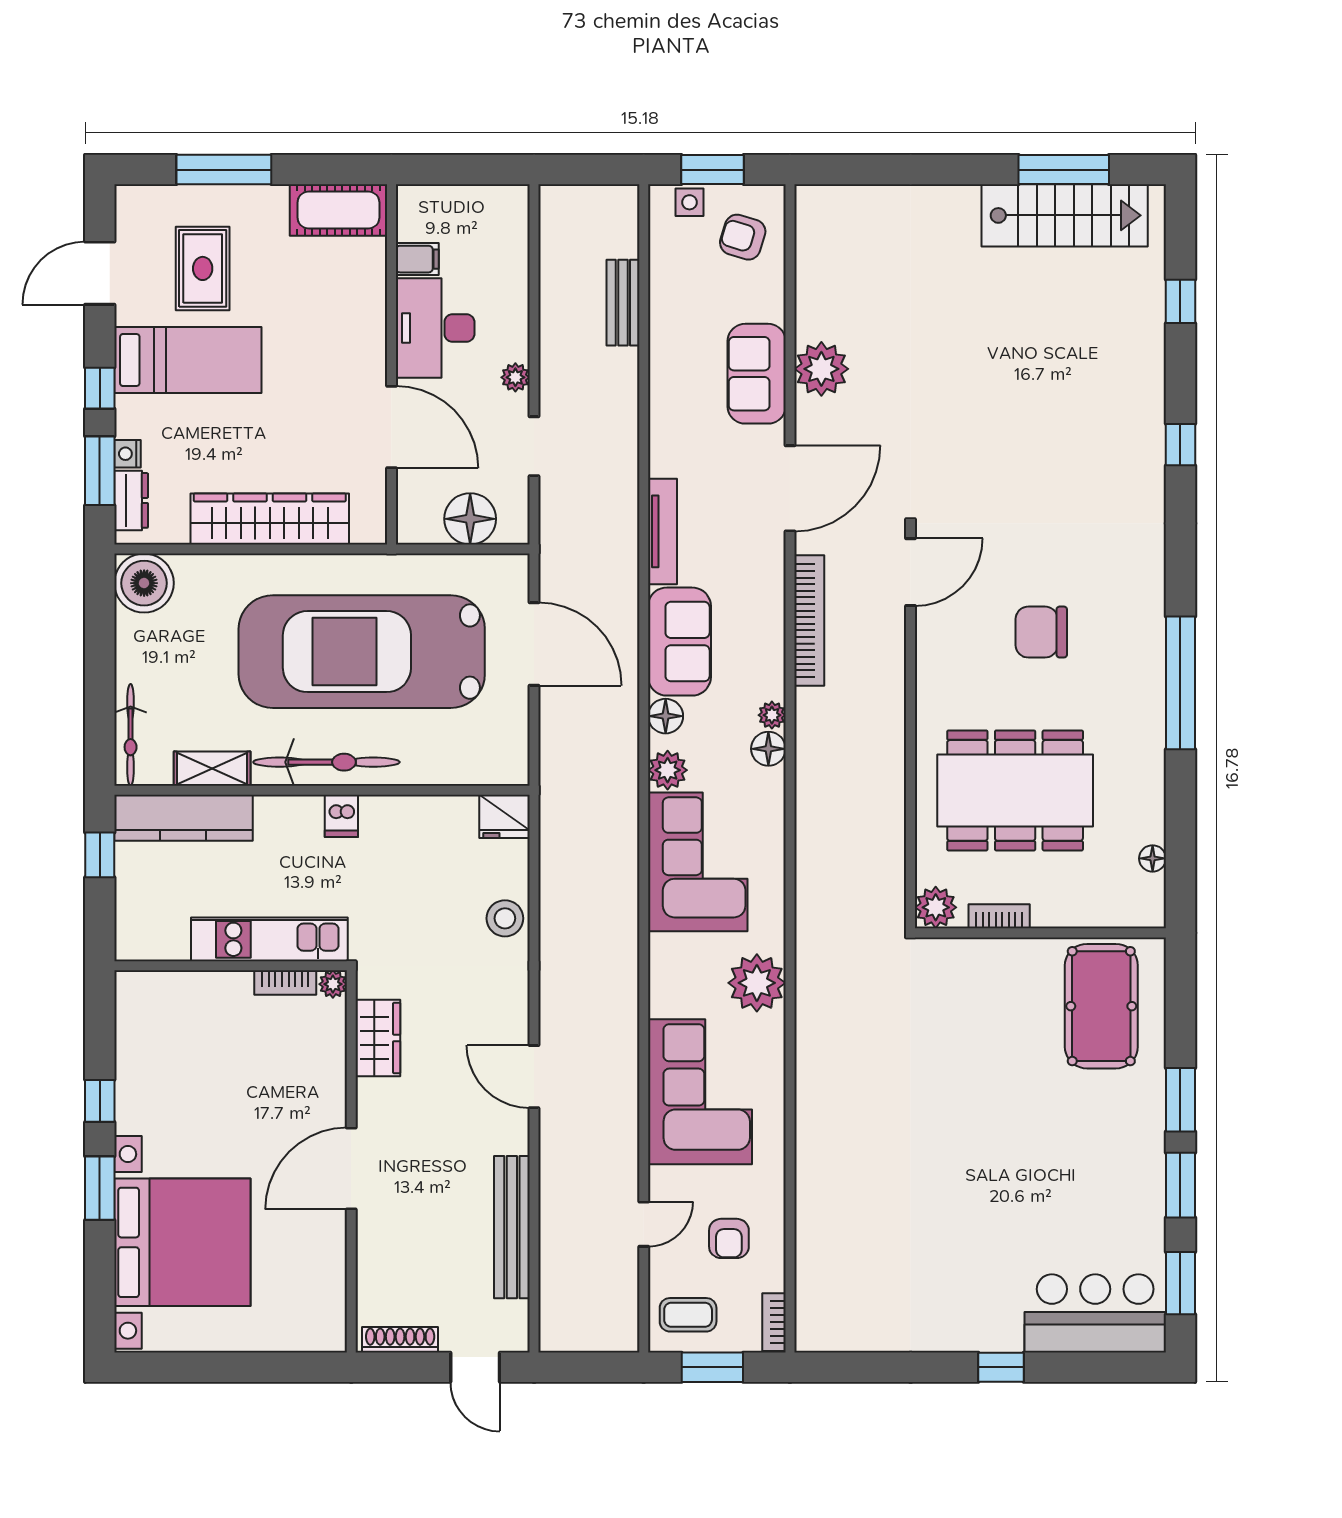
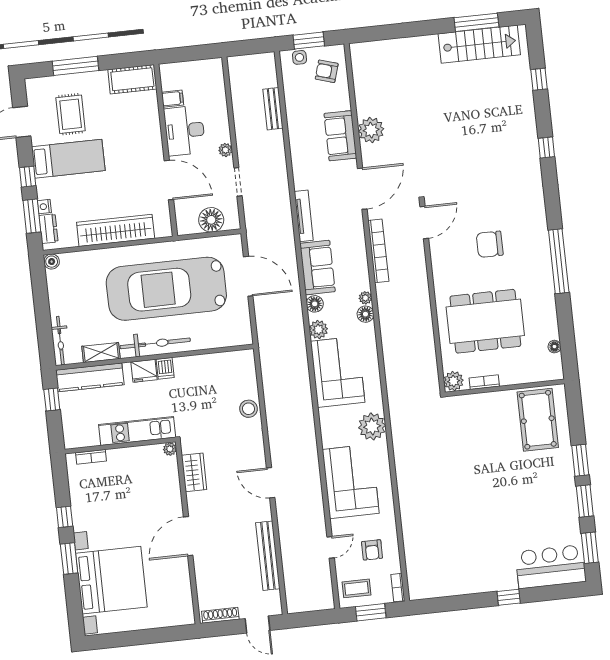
boiler: (144, 583) -> (52, 262), width x0.54, depth x0.54
fridge: (504, 816) -> (144, 371), moved
bookcase: (285, 983) -> (91, 457), moved

